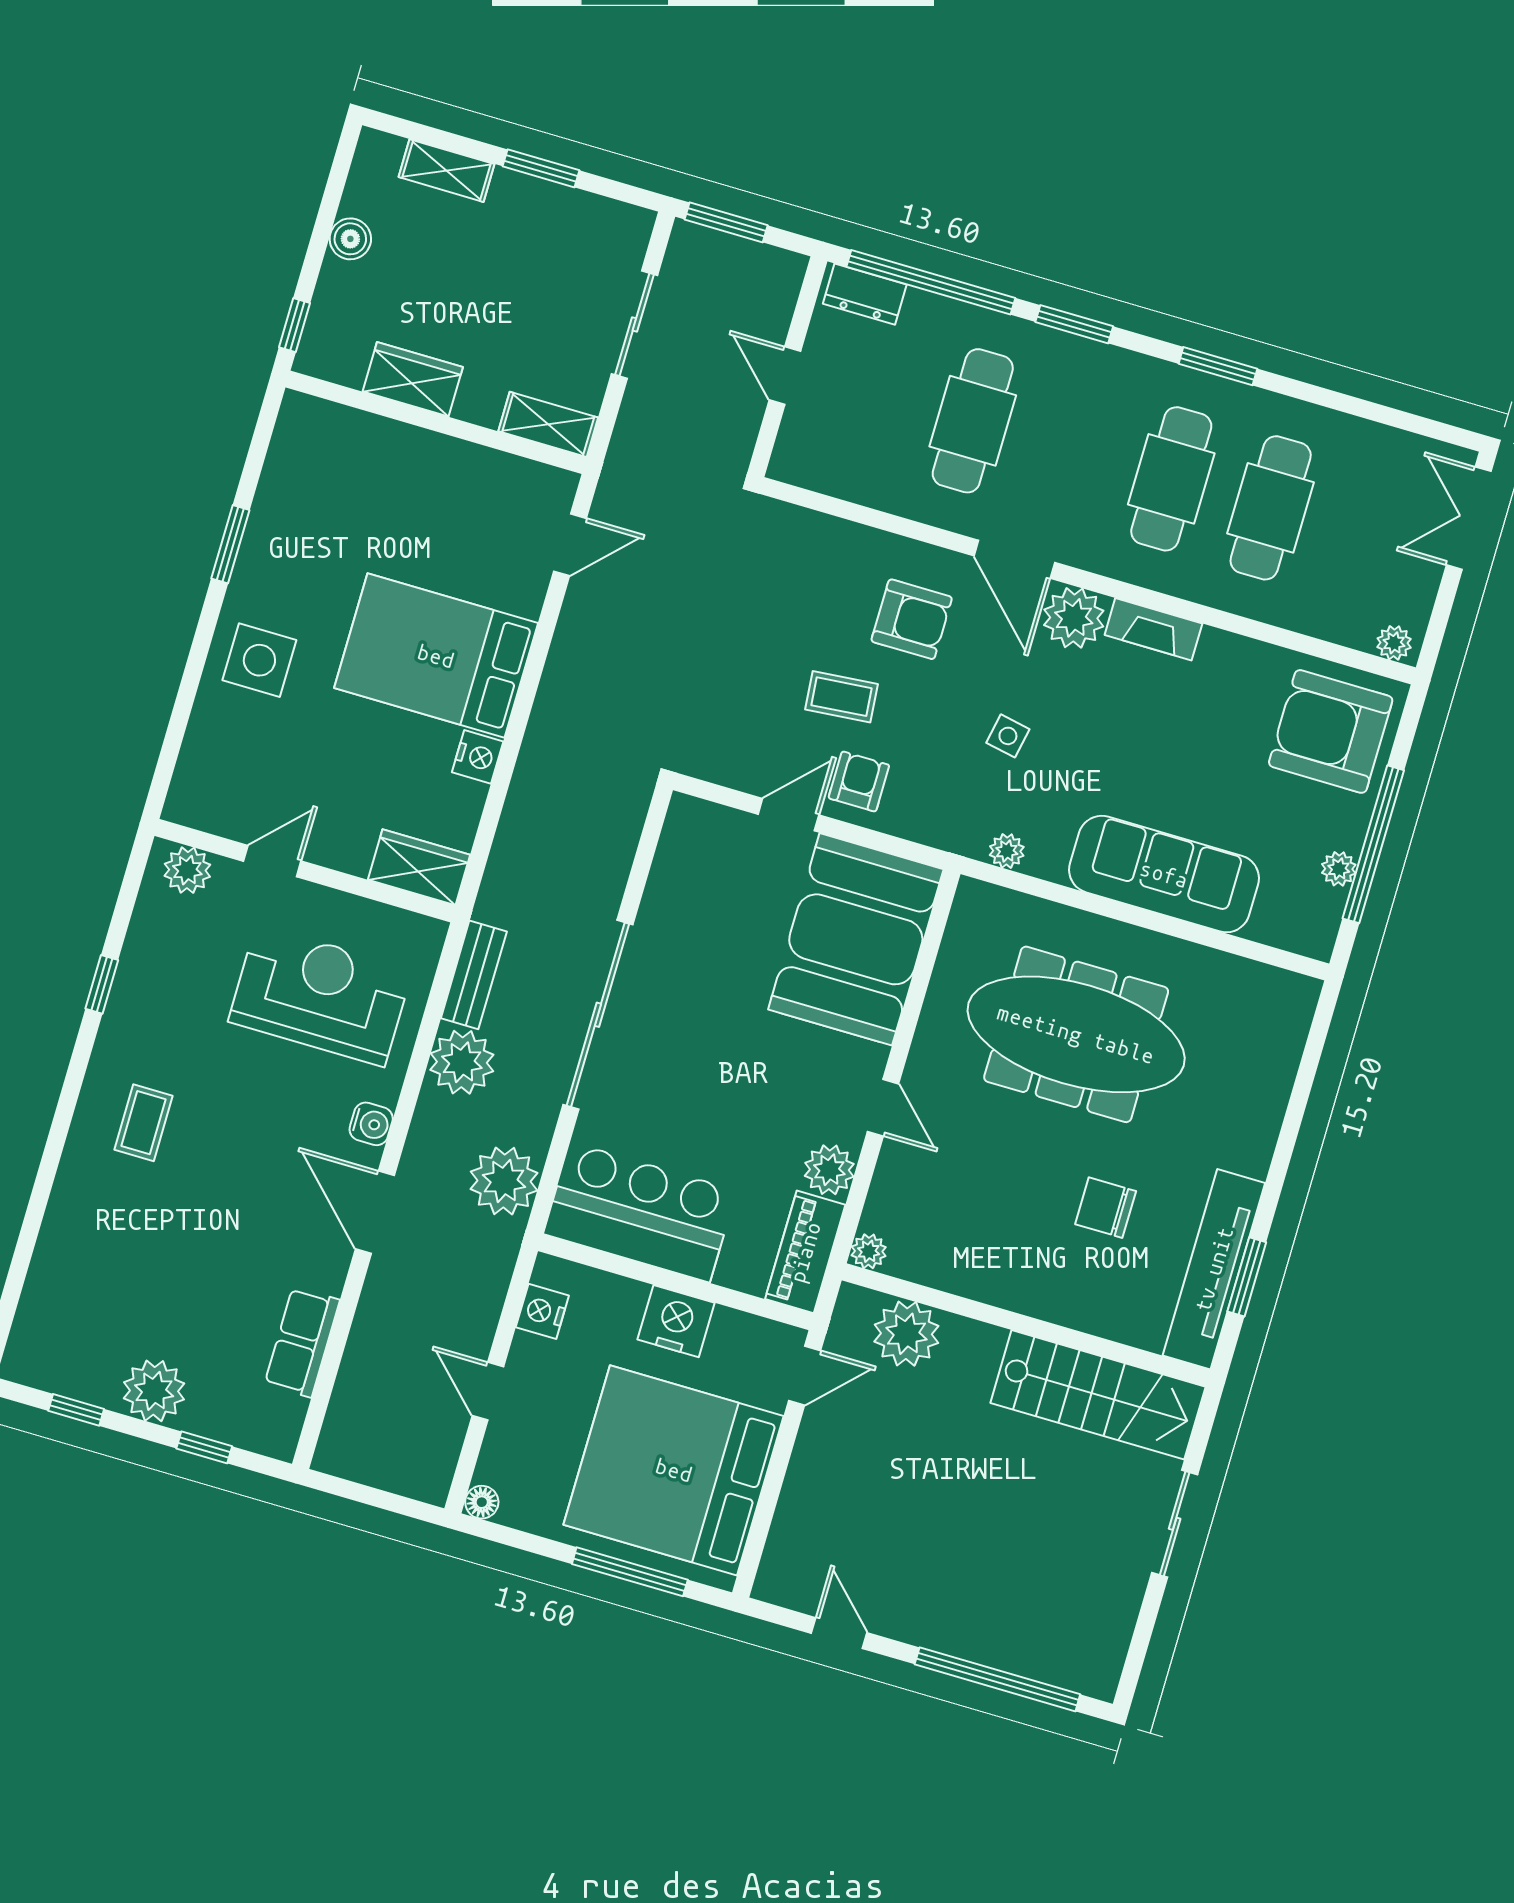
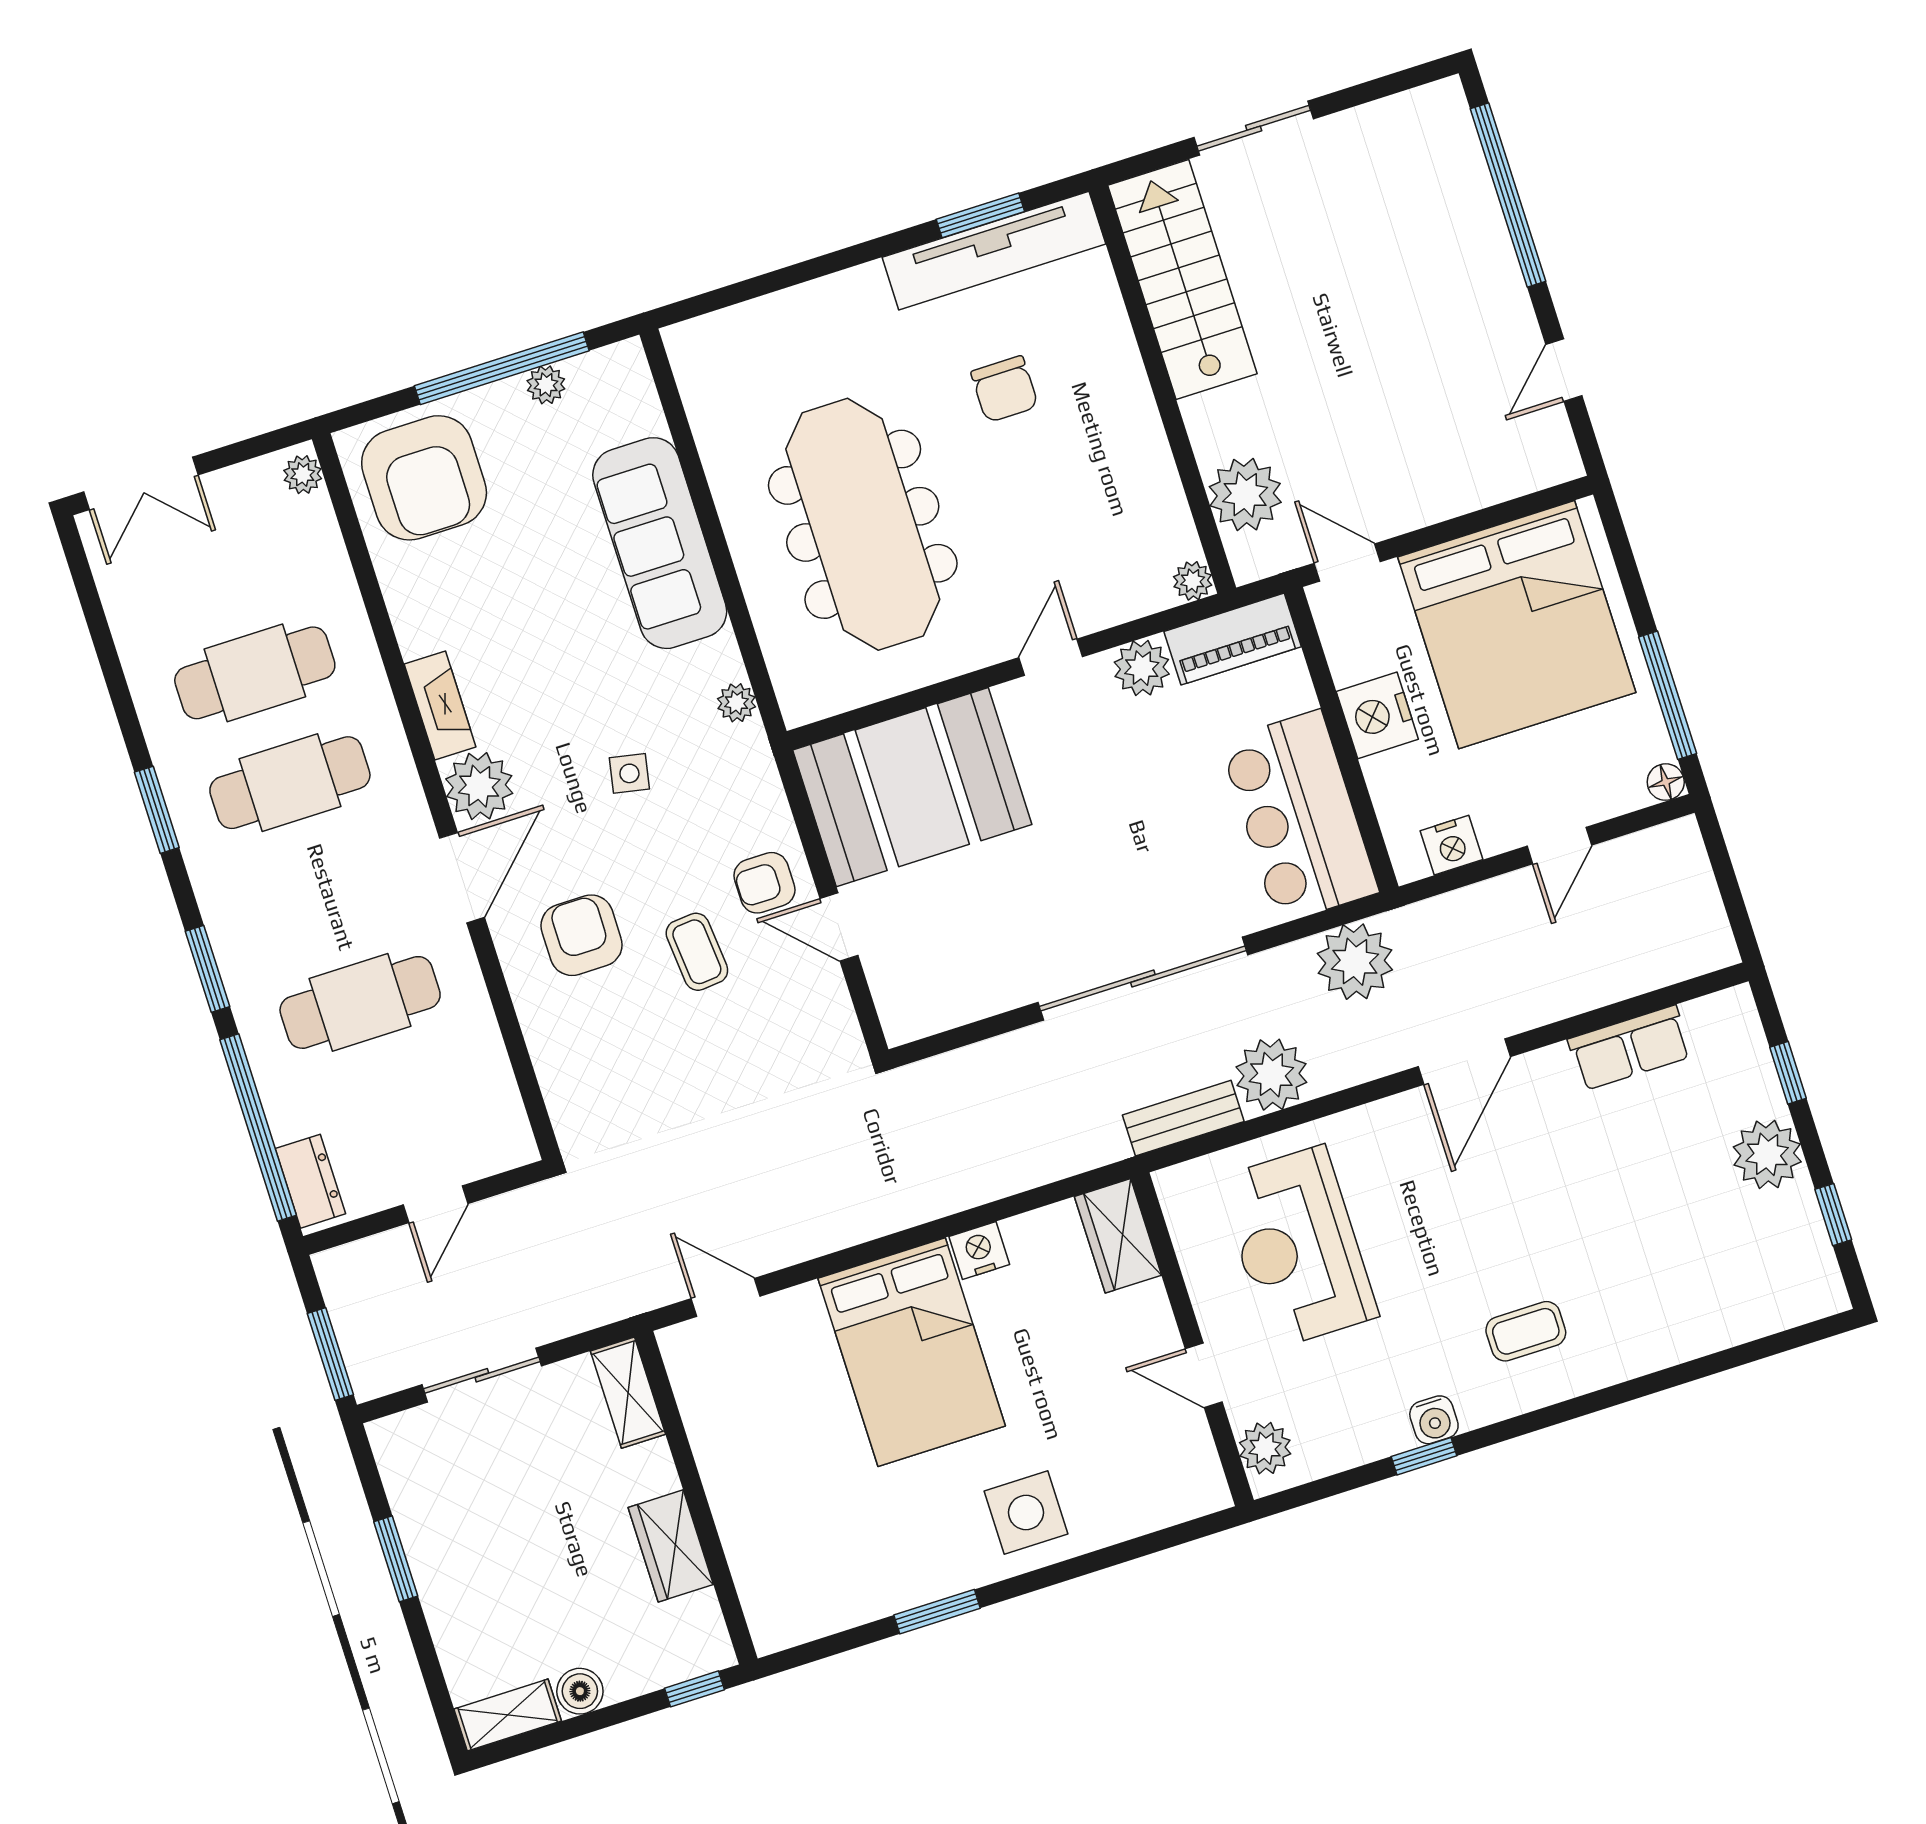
shelving: (447, 171) -> (508, 1715), moved, turned 90
water cooler: (371, 1124) -> (1434, 1420), moved, turned 180
window: (630, 1572) -> (1668, 695), moved

